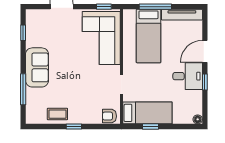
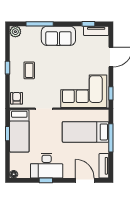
tv unit: (182, 15) -> (104, 166), width x0.71
tv unit: (31, 24) -> (96, 31), added
door: (205, 51) -> (85, 180), moved
desk: (188, 76) -> (47, 166), width x1.37
coffee table: (57, 114) -> (29, 70), moved
plant: (32, 117) -> (15, 32), added

